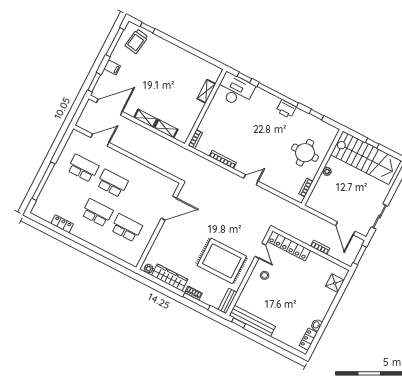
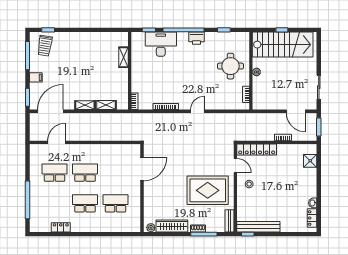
desk: (235, 90) -> (161, 44), moved

